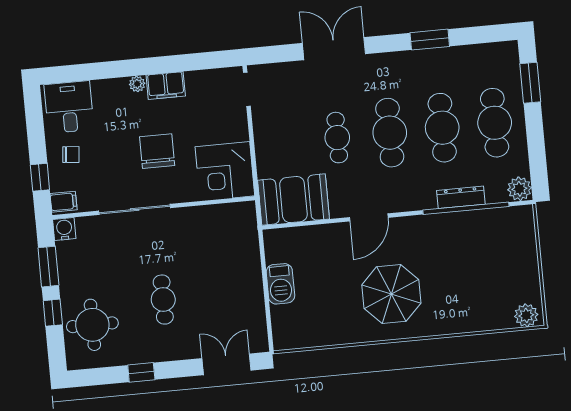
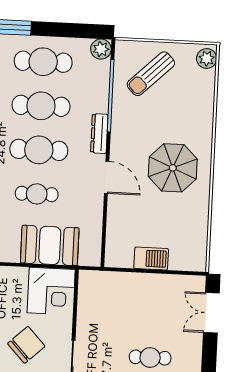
chair: (157, 151) -> (26, 345), turned 137
dresser: (461, 197) -> (99, 134), moved
booth: (293, 200) -> (50, 245), moved, turned 90
sun lounger: (499, 252) -> (151, 74), added

